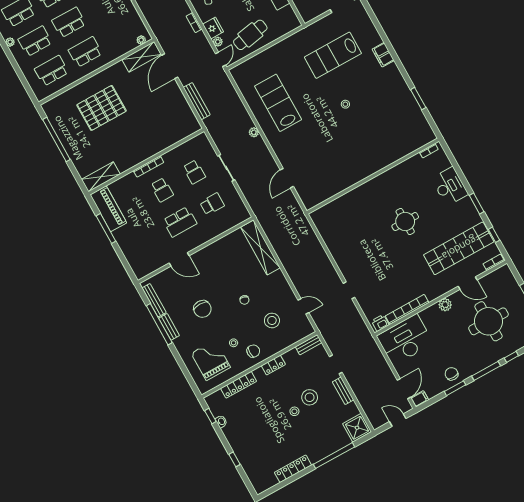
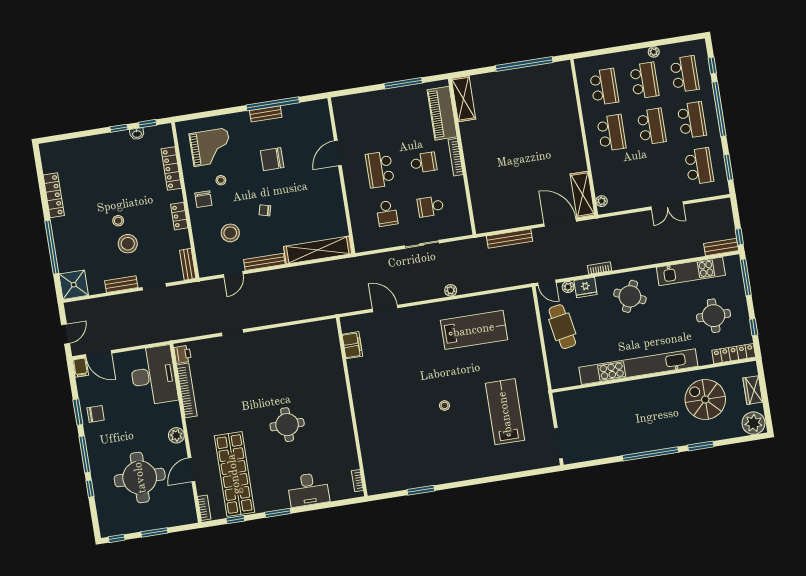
filing cabinet: (383, 55) -> (352, 345), moved, turned 90
pallet: (102, 108) -> (541, 128), removed
school desk: (162, 190) -> (424, 163), turned 180
piano: (108, 209) -> (442, 113), moved, turned 90
bench: (154, 300) -> (264, 262), moved
window: (234, 459) -> (119, 128), moved

